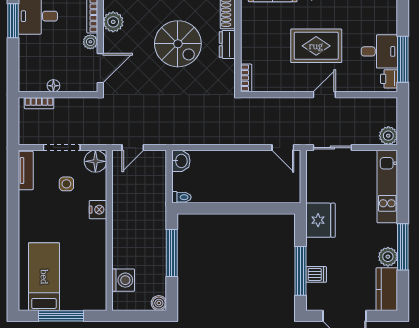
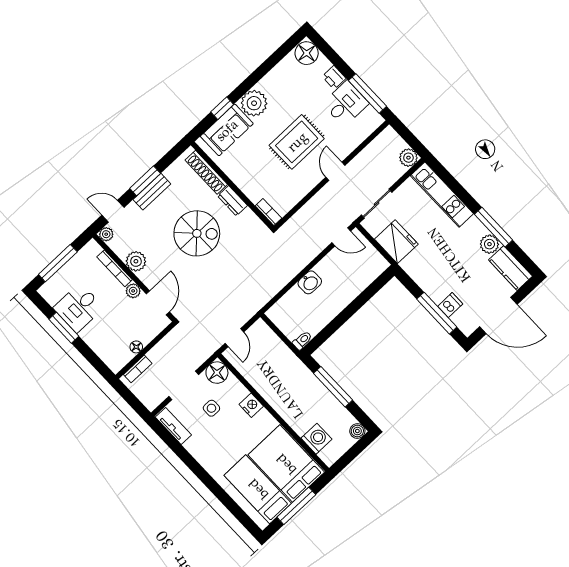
printer: (389, 79) -> (334, 77), moved
washbasin: (181, 161) -> (310, 282), moved, turned 90
fridge: (320, 220) -> (396, 242), moved
bed: (83, 277) -> (286, 464), added

